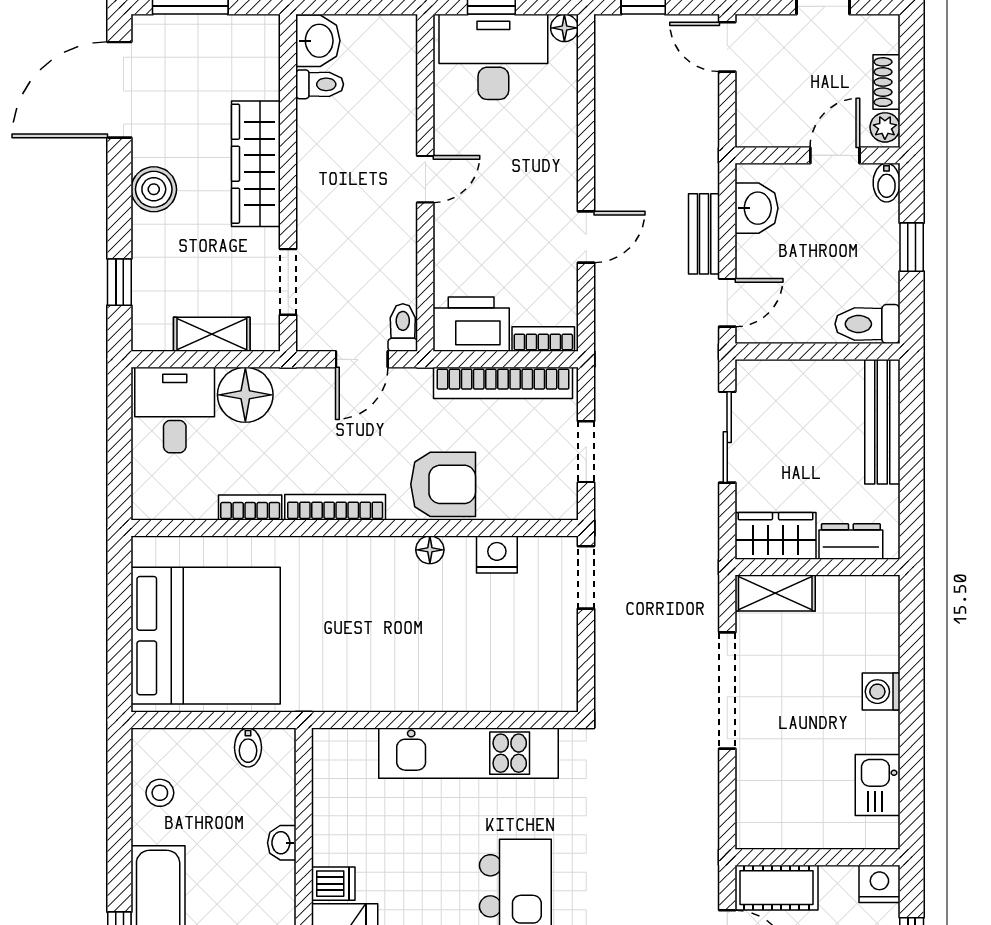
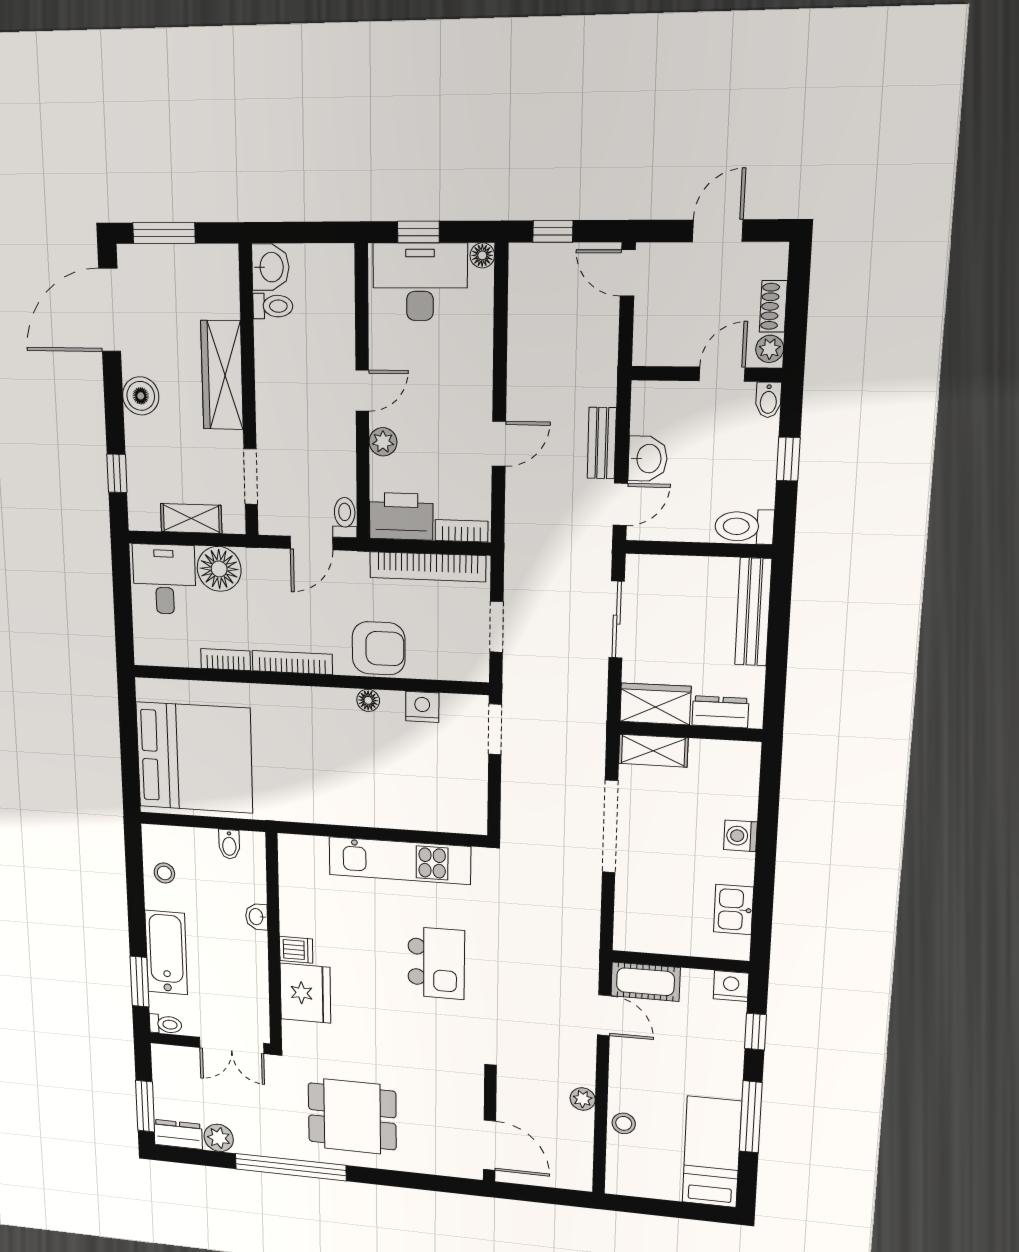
washbasin: (757, 208) -> (648, 459), moved
plant: (450, 238) -> (383, 442), added

